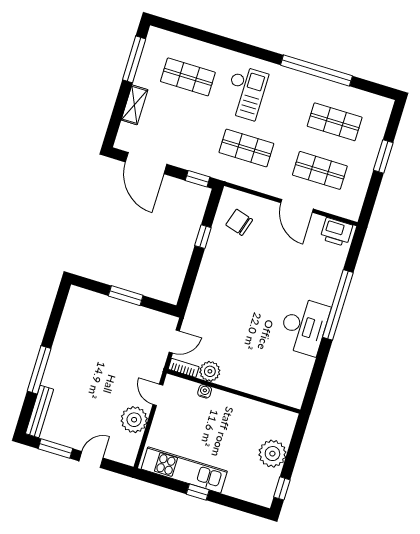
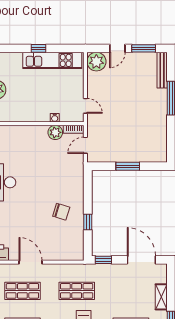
chair: (239, 222) -> (61, 212), moved
plant: (134, 420) -> (96, 62), moved

